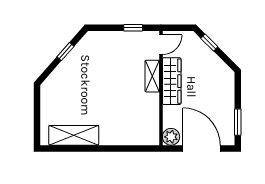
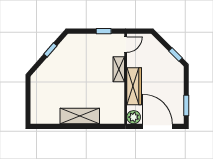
window: (209, 42) -> (175, 54), moved
wardrobe: (172, 81) -> (134, 86), moved
shelving: (74, 135) -> (80, 116), moved

